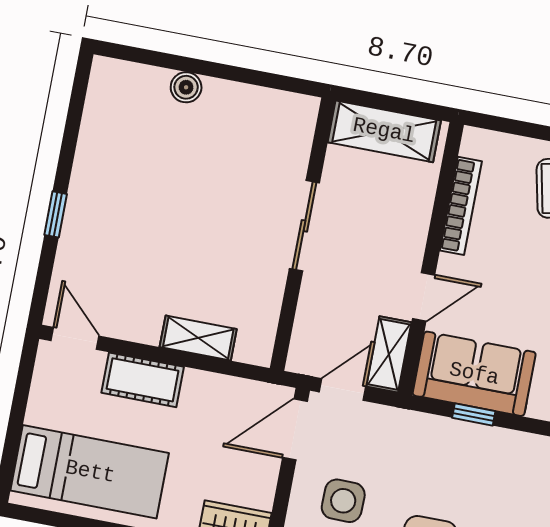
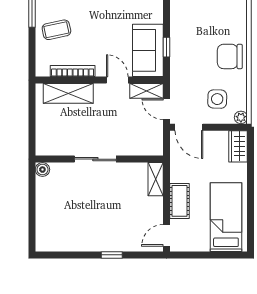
boiler: (186, 87) -> (42, 170), moved
shelving: (384, 131) -> (68, 93), moved, turned 90
sliding door: (304, 226) -> (95, 159), moved
wall: (303, 234) -> (99, 159), moved

